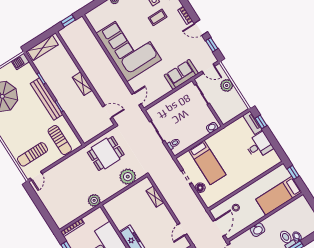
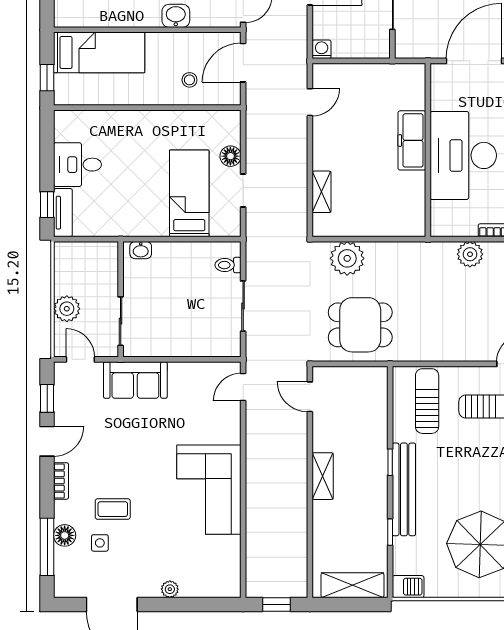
door: (201, 28) -> (47, 441), hinge flipped
corner sofa: (129, 47) -> (209, 490), width x0.73, depth x0.74
plant: (94, 200) -> (470, 254), moved

